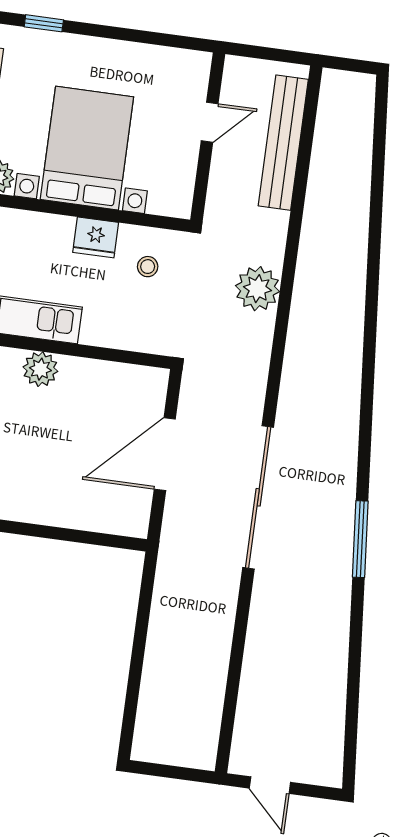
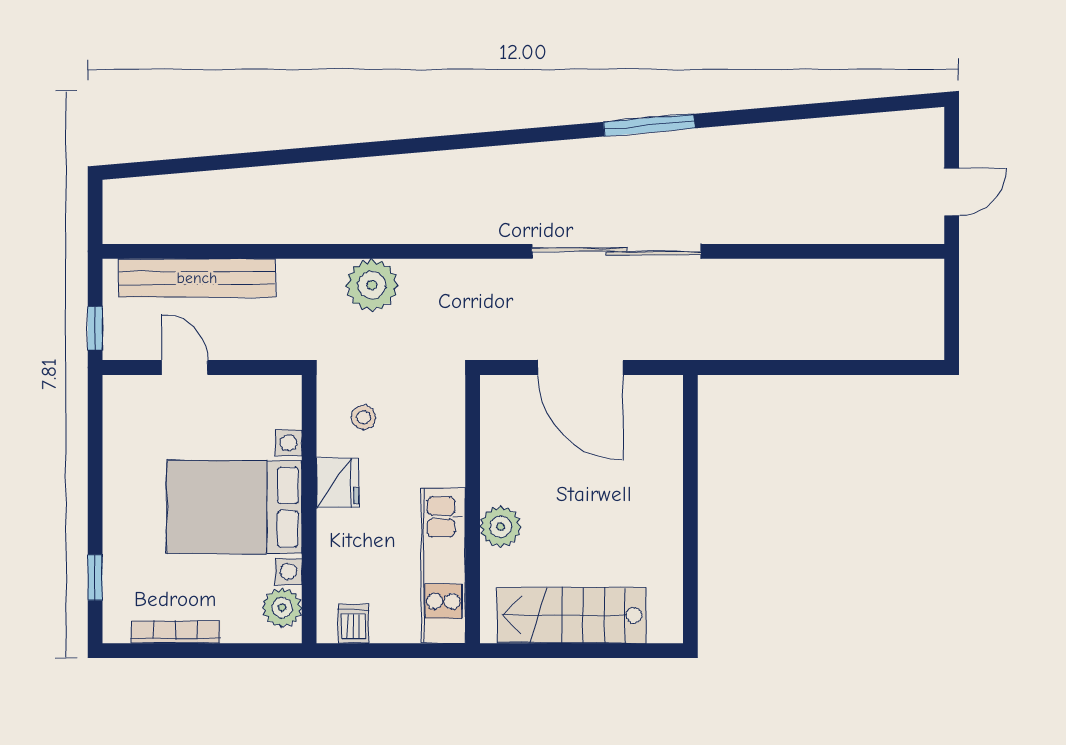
window: (253, 52) -> (95, 328), added

